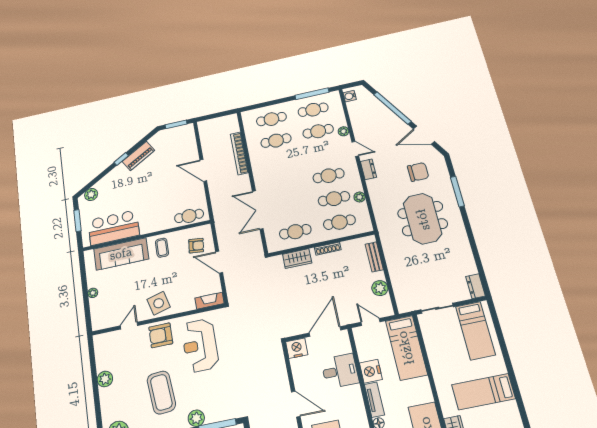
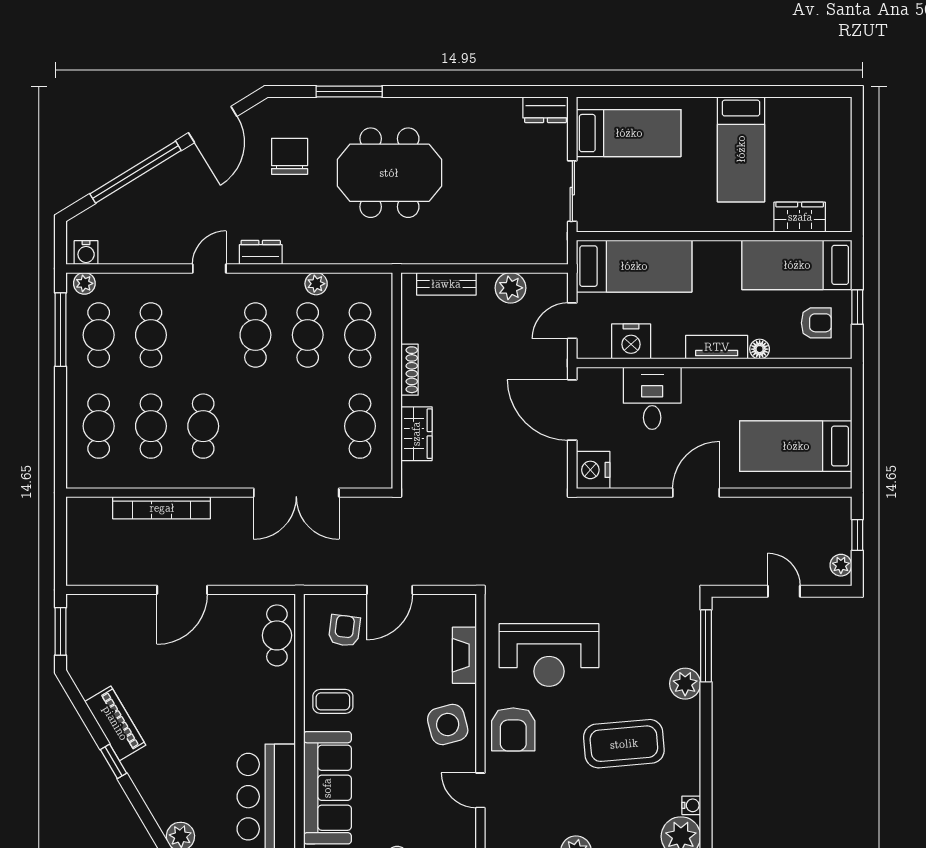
plant: (343, 131) -> (84, 283), moved
cafe table: (281, 163) -> (203, 426), added
fireplace: (210, 301) -> (464, 655), moved
nightstand: (371, 371) -> (631, 341), moved

